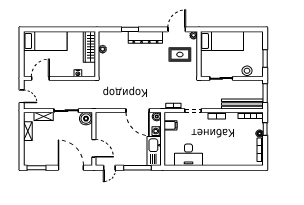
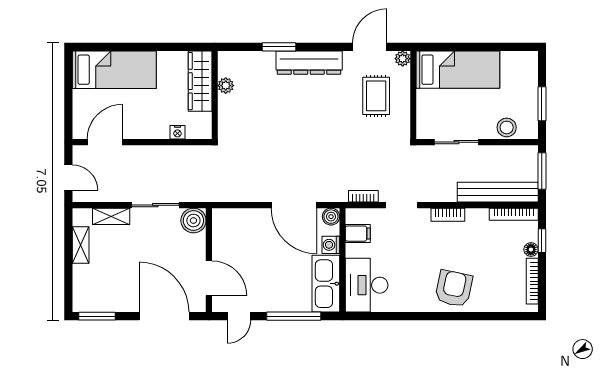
rug: (180, 55) -> (376, 96), turned 90
armchair: (220, 154) -> (454, 289), added
desk: (188, 155) -> (367, 285), moved, turned 90

